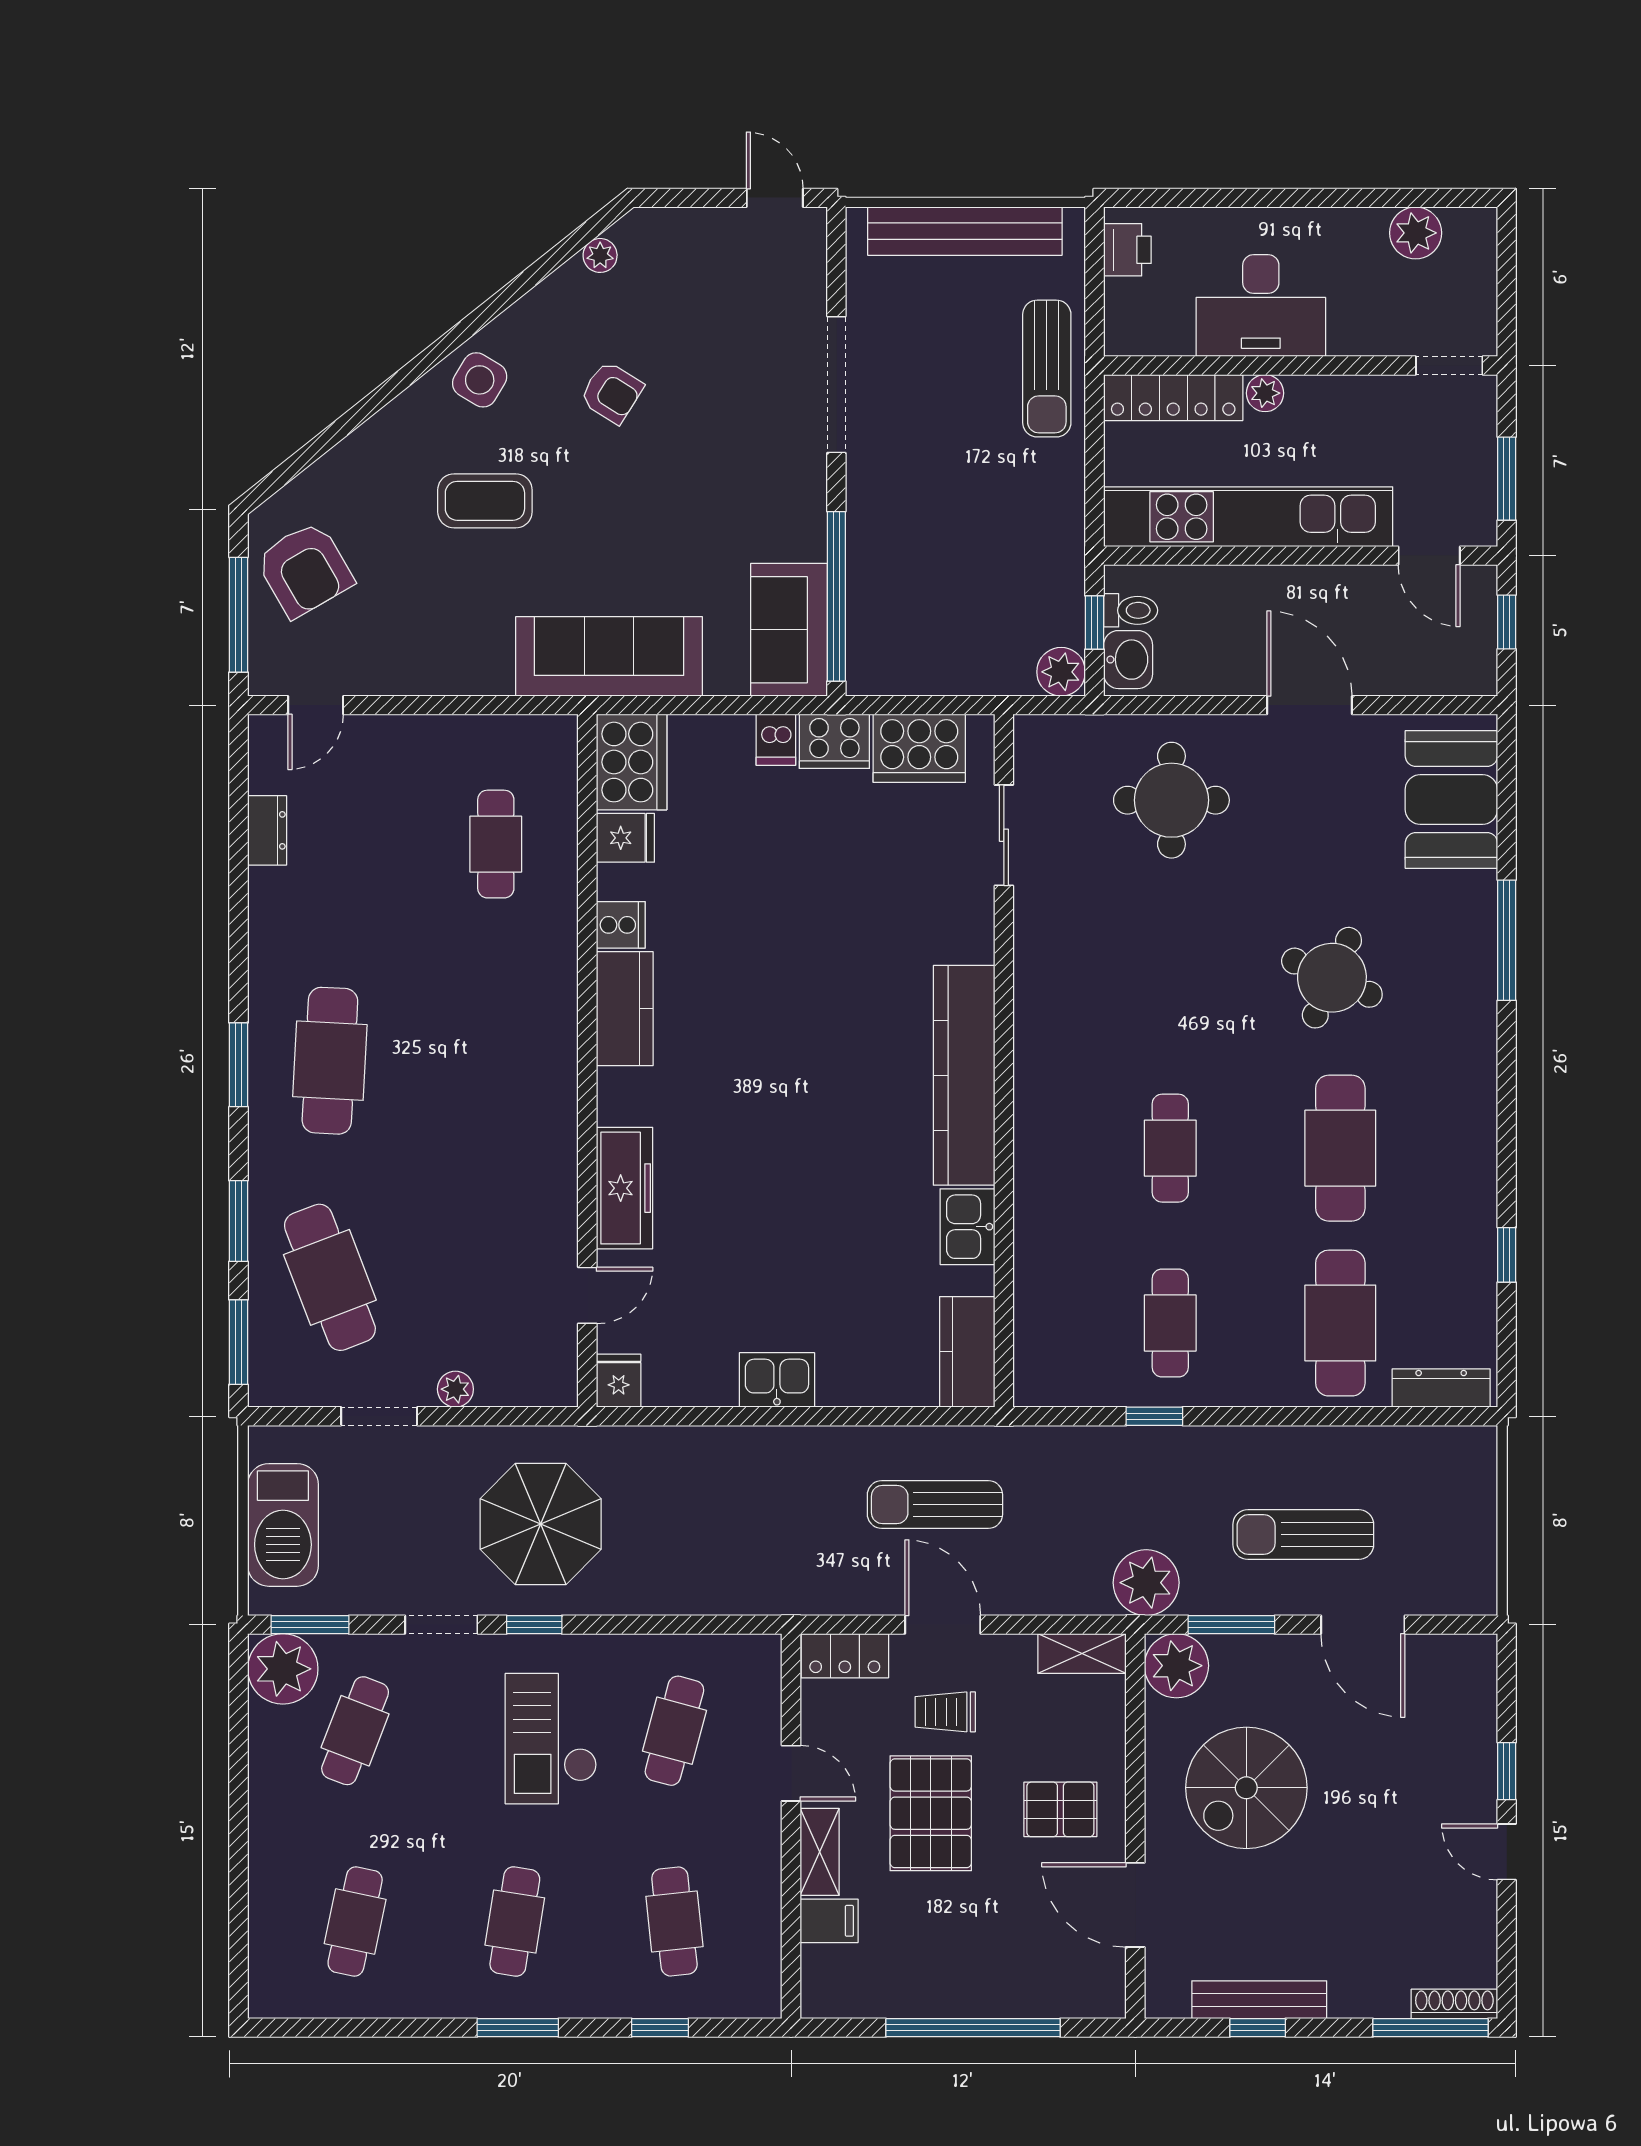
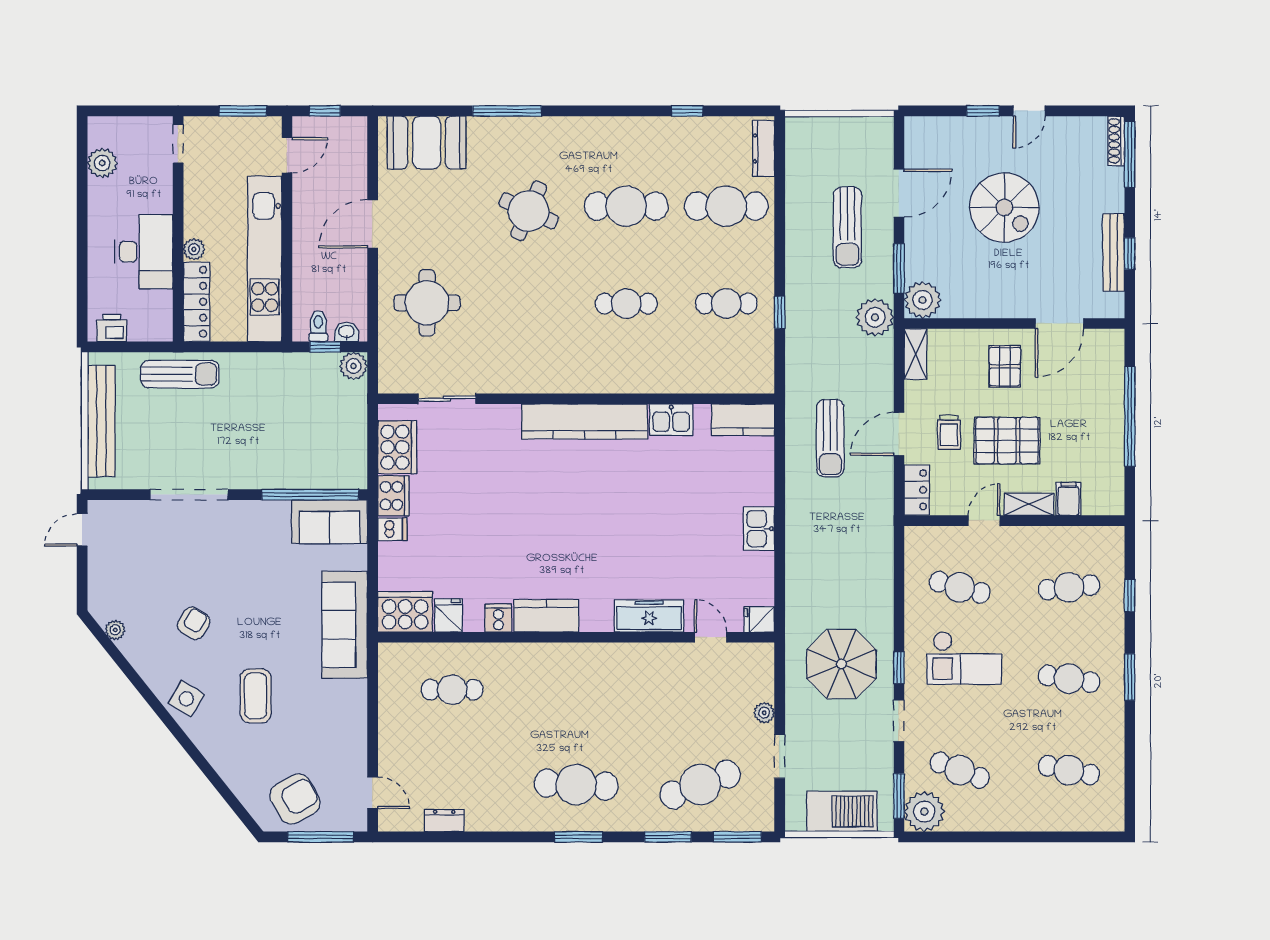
washbasin: (1128, 660) -> (346, 332), width x0.72, depth x0.69
spiral stairs: (1246, 1788) -> (1004, 208), moved

